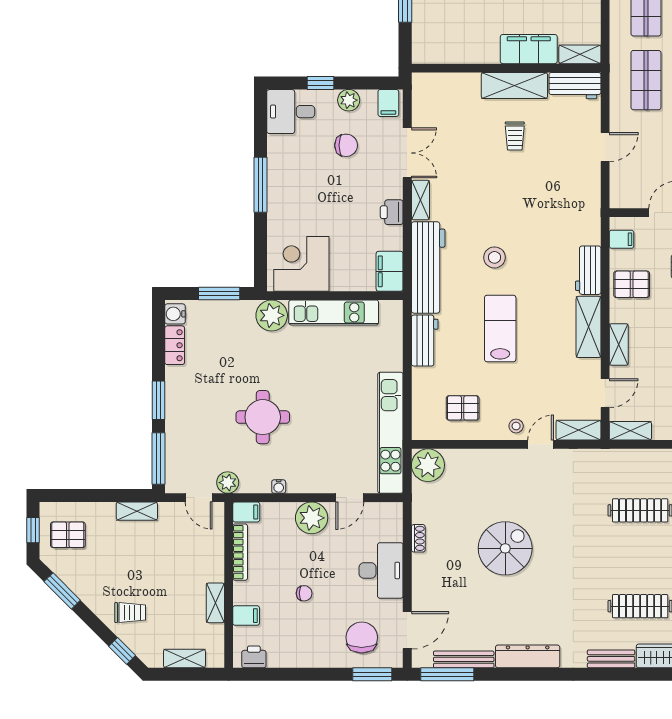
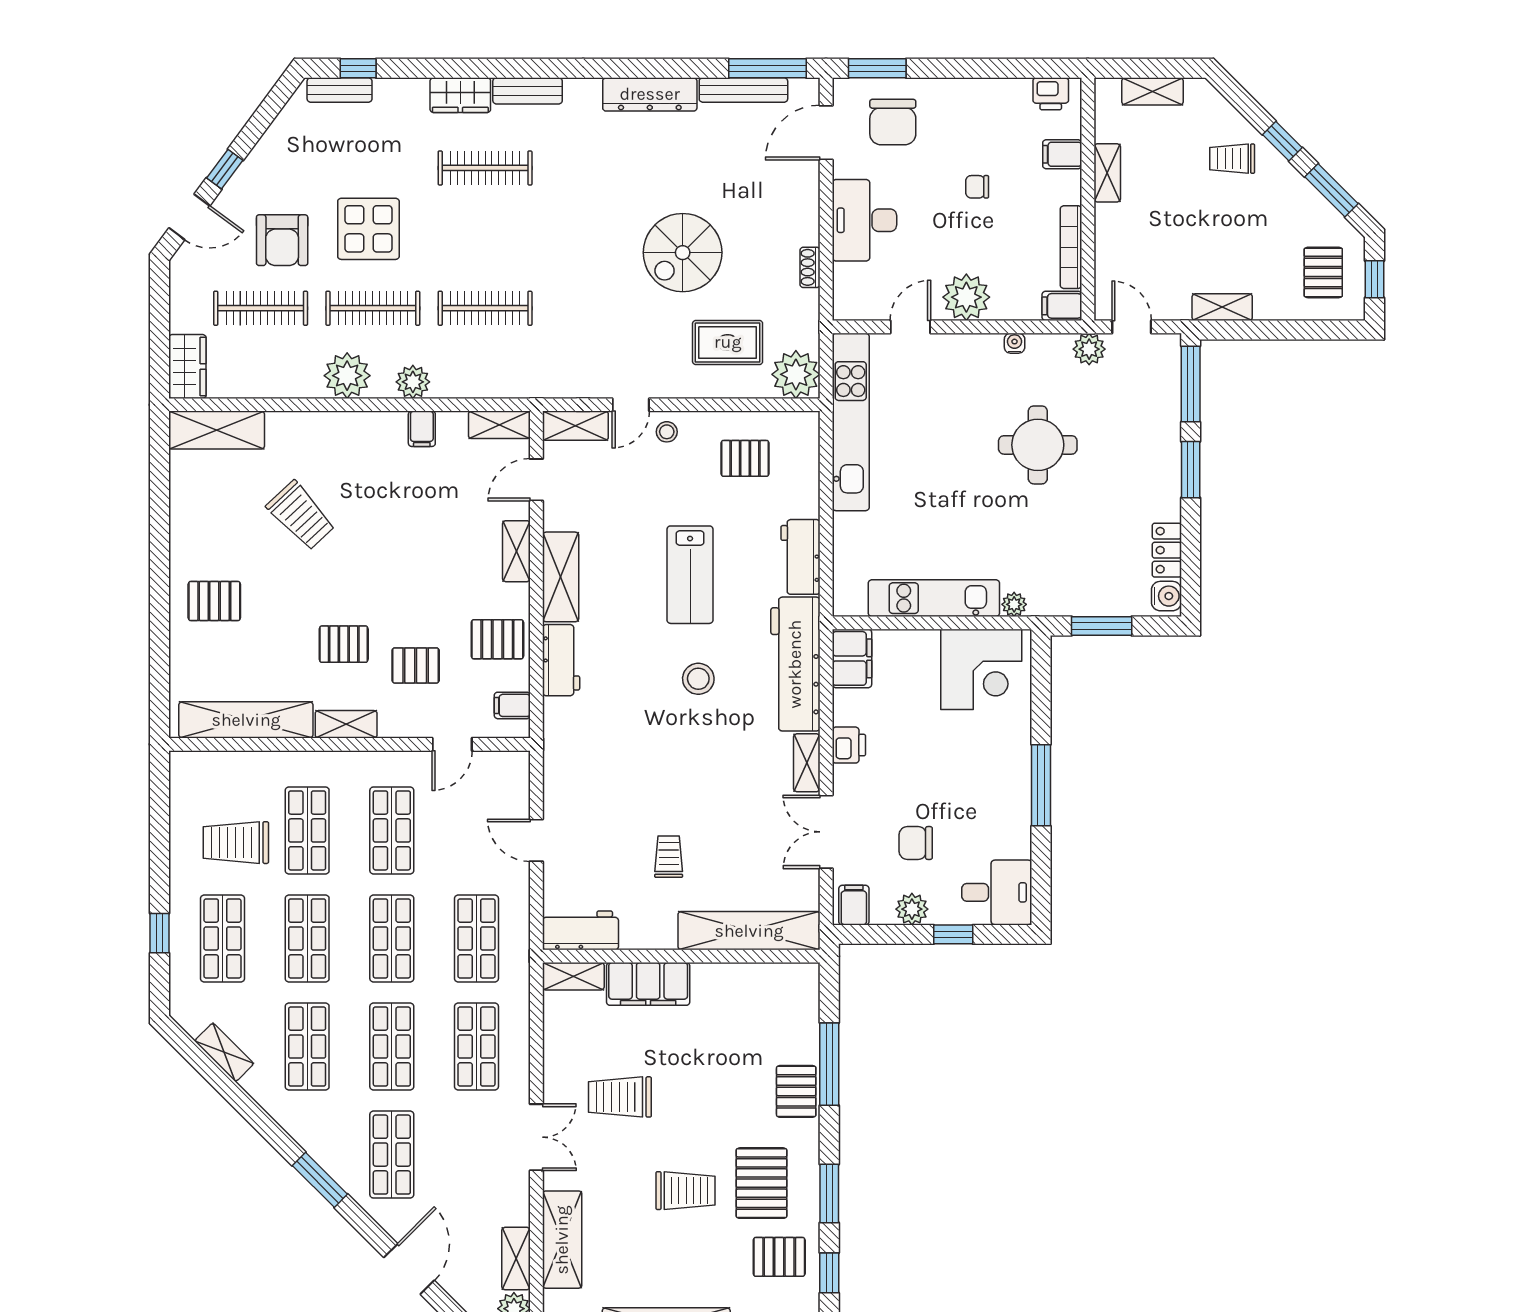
shelving: (514, 85) -> (749, 931), moved, width x1.47
door: (605, 147) -> (536, 840), hinge flipped
plant: (272, 315) -> (1014, 604), width x0.53, depth x0.53
rug: (475, 487) -> (728, 342), added
pallet: (68, 535) -> (1323, 272), turned 90
window: (122, 651) -> (1282, 141), moved

